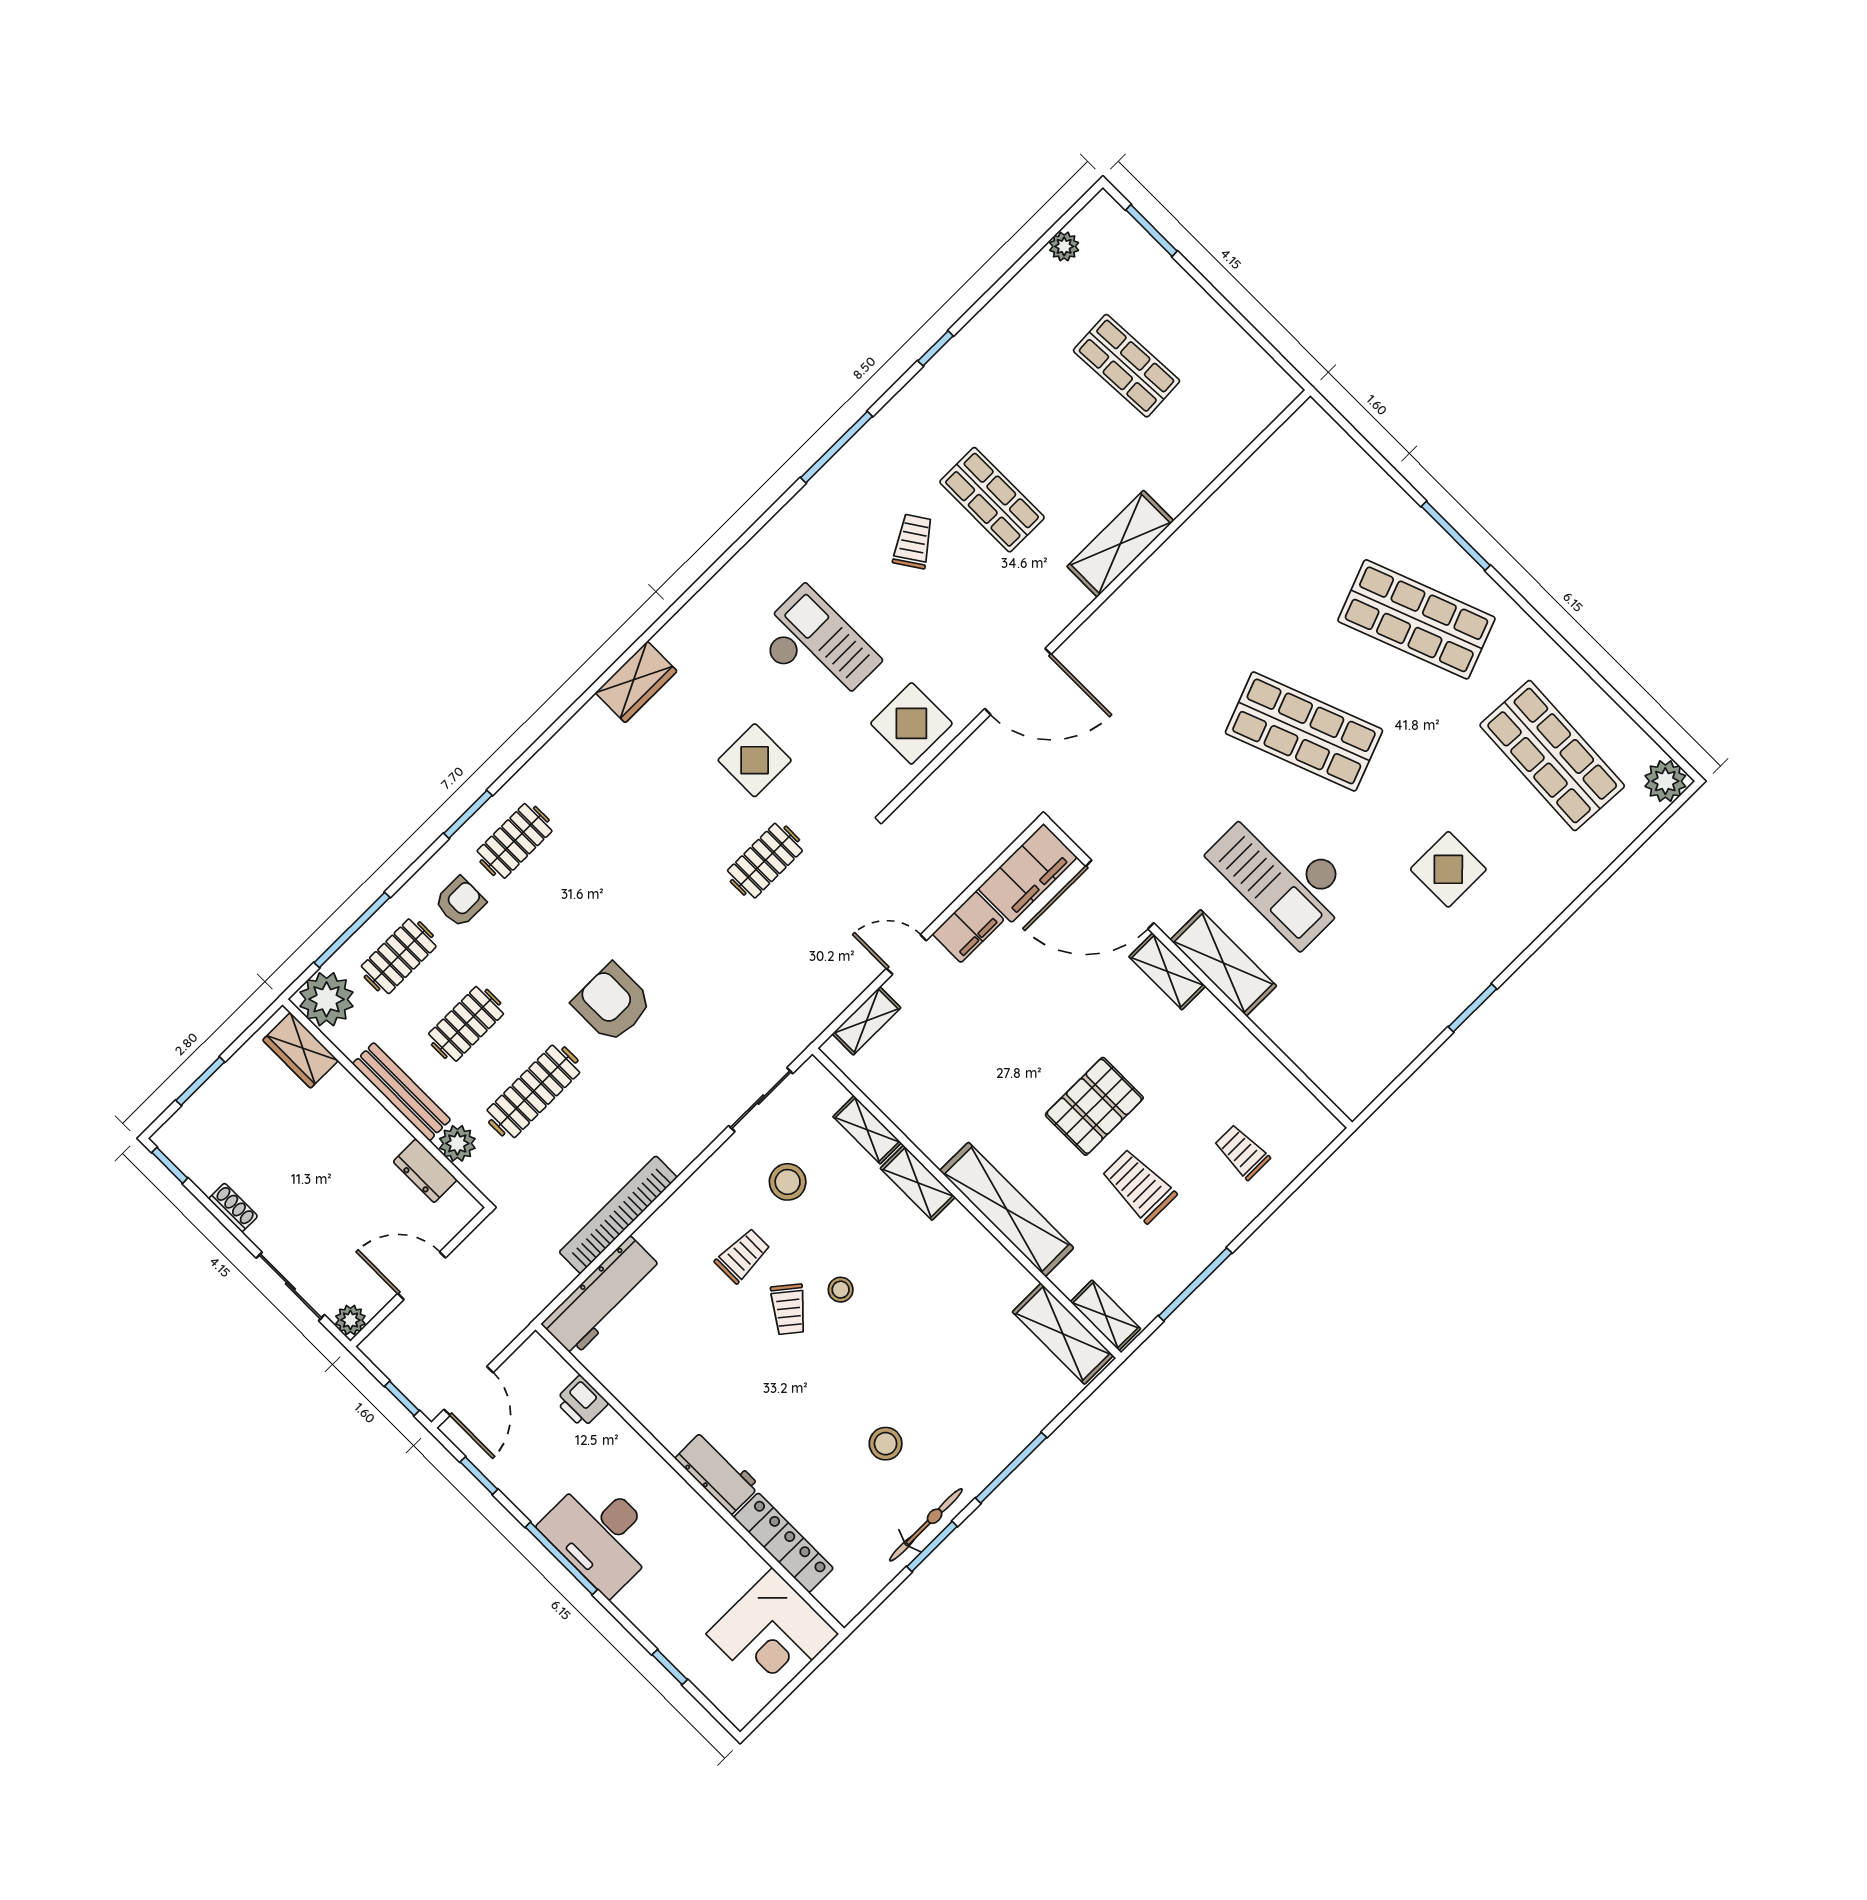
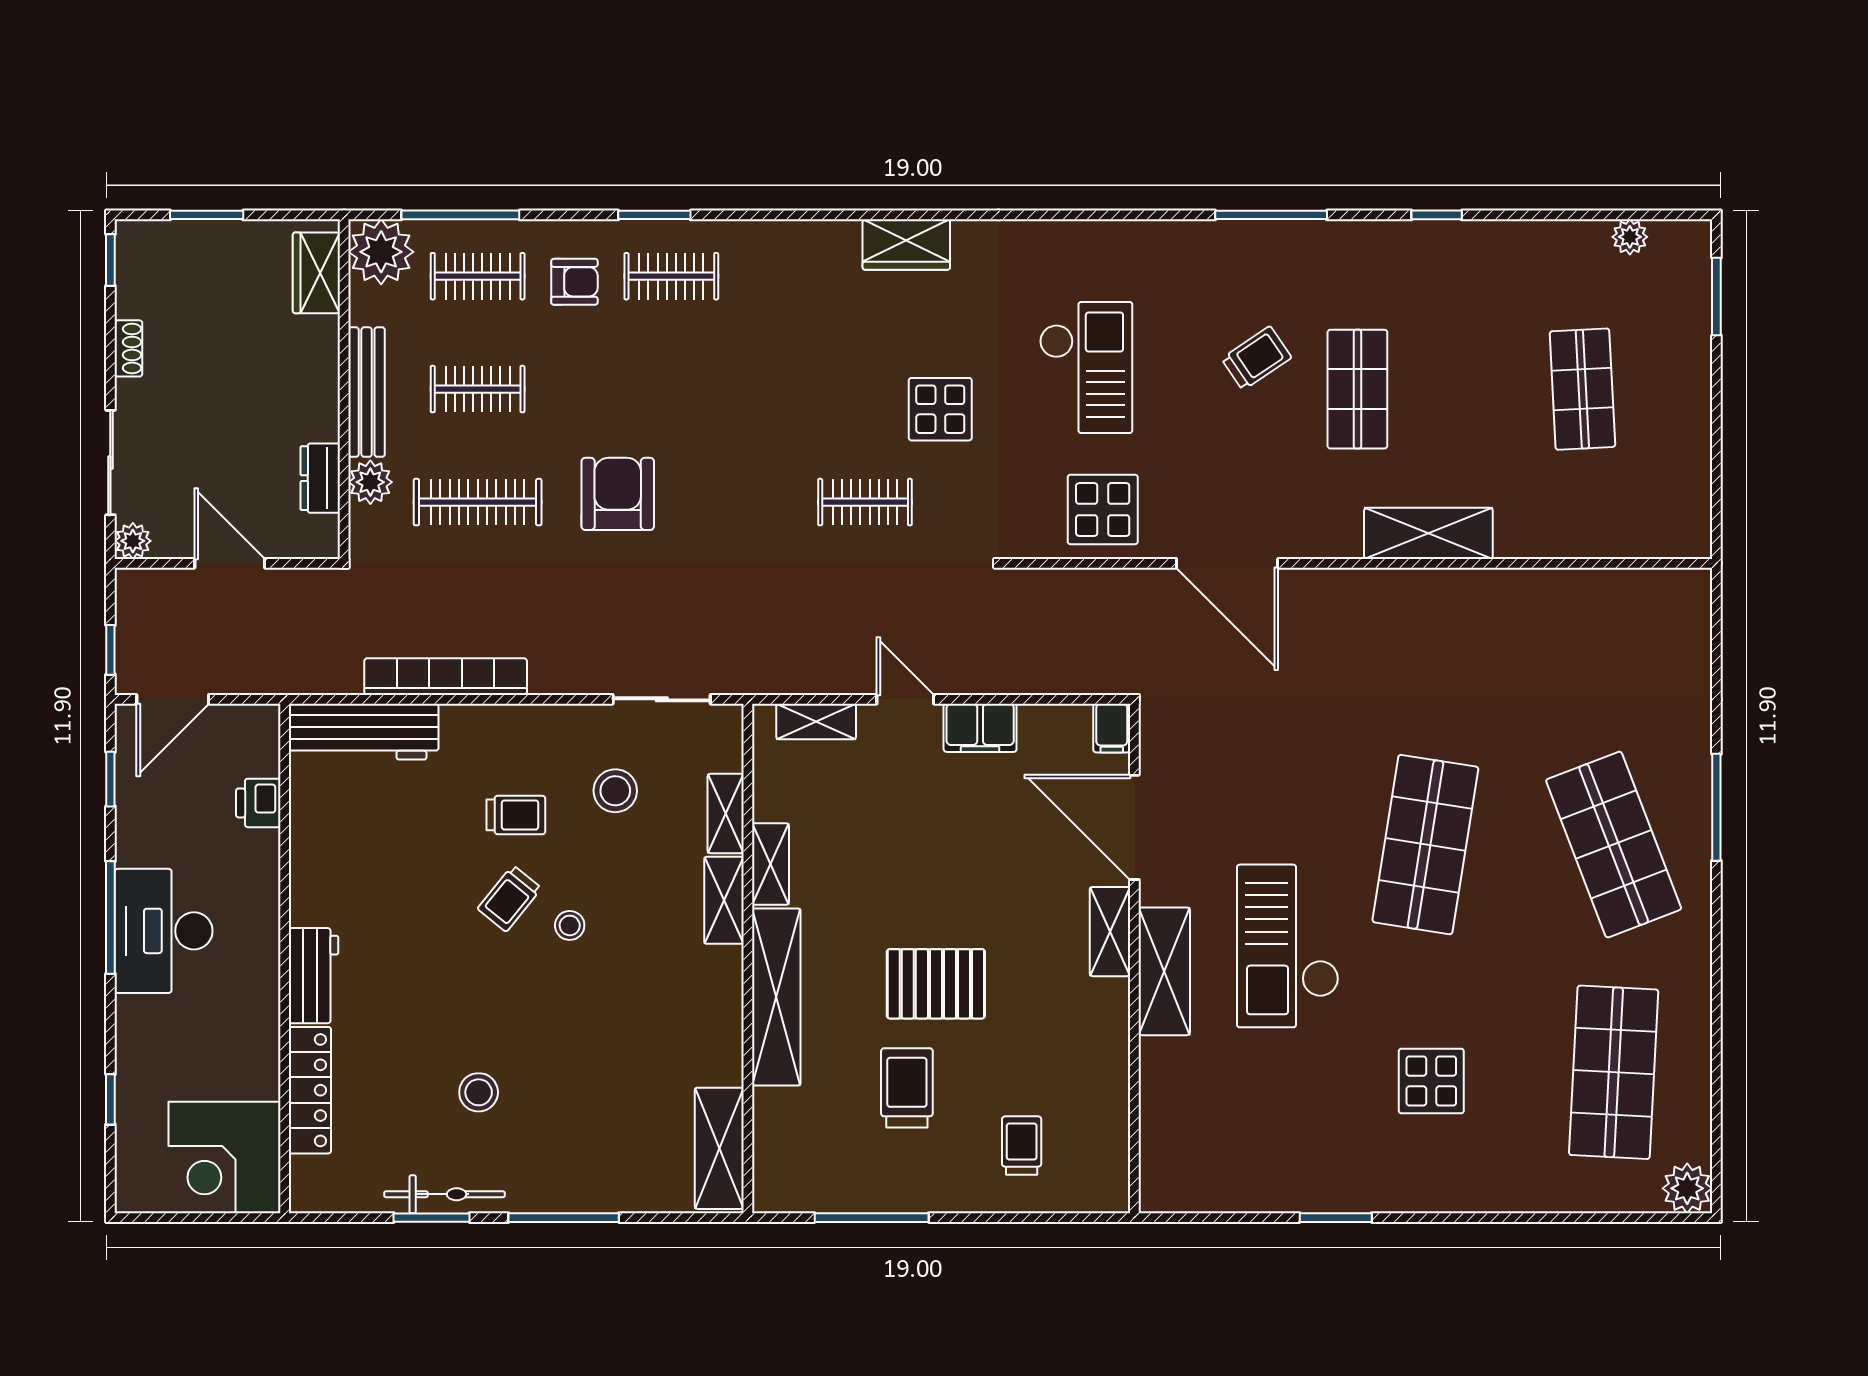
shop shelf: (1304, 731) -> (1425, 845), turned 30
filing cabinet: (1028, 873) -> (1112, 728), width x0.33, depth x0.86
shelving: (1105, 1315) -> (770, 864), moved

